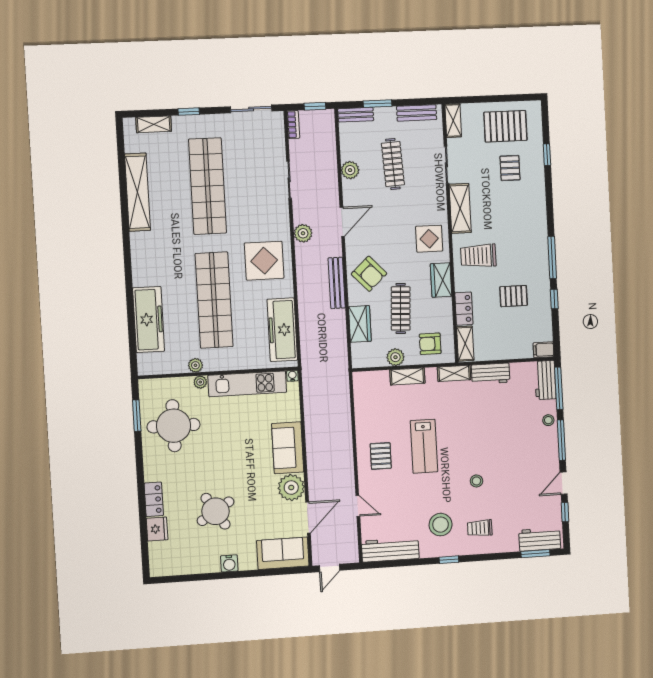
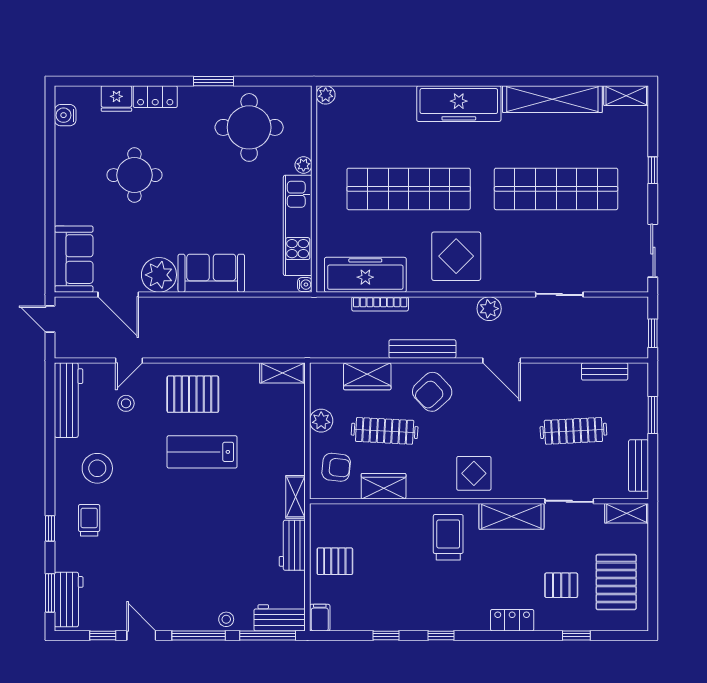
bench: (356, 115) -> (605, 371), moved, turned 90
shelving: (154, 124) -> (626, 96), moved, turned 90
bookcase: (293, 125) -> (380, 304), moved, width x1.56
plant: (350, 170) -> (568, 374), removed
window: (552, 257) -> (441, 635), width x0.46
wardrobe: (441, 280) -> (384, 486), moved
pallet: (514, 296) -> (335, 561), moved, turned 90
locker: (464, 309) -> (512, 620), moved, turned 180
freezer: (149, 320) -> (459, 104), moved
armchair: (430, 344) -> (336, 467), turned 96
shelving: (465, 344) -> (334, 514), removed
plant: (195, 365) -> (326, 95), moved
shelving: (407, 376) -> (283, 373), moved, turned 90
window: (137, 416) -> (213, 81), moved
pallet: (381, 456) -> (193, 394), width x1.50, depth x1.42
stool: (476, 481) -> (126, 403), moved
round table: (216, 511) -> (134, 175), turned 32
window: (449, 560) -> (50, 528), moved
water cooler: (229, 563) -> (65, 115), moved

